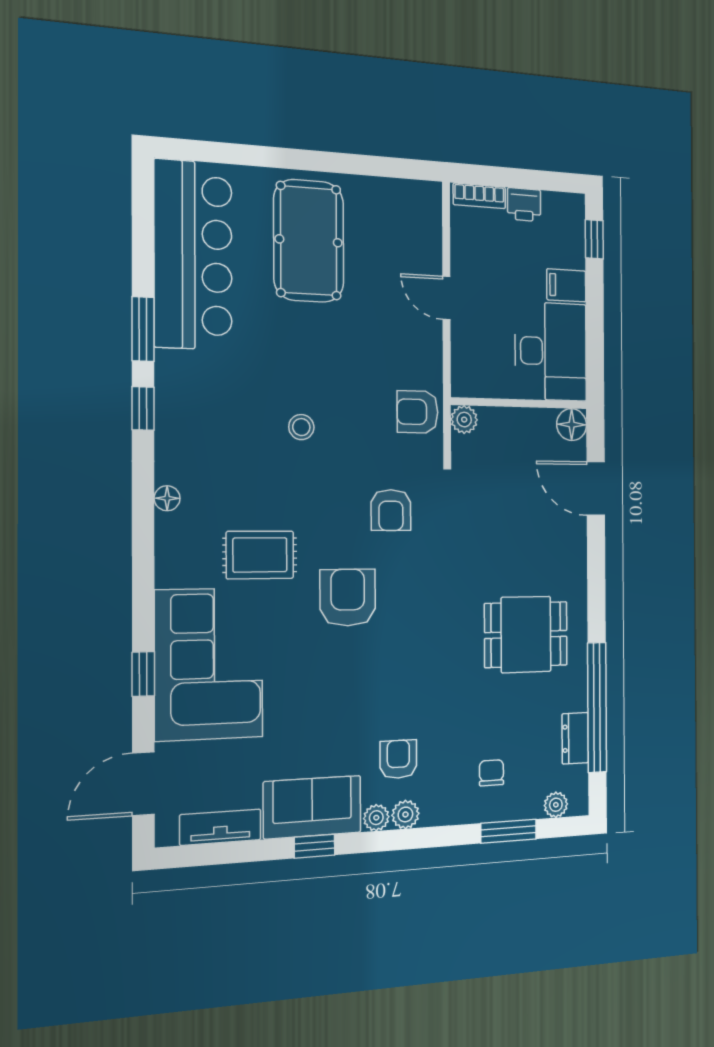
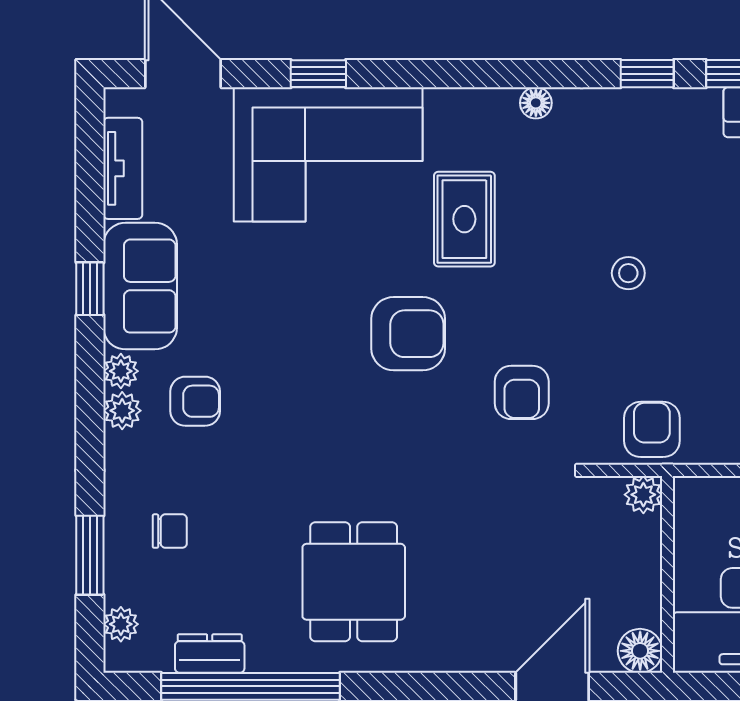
armchair: (391, 510) -> (522, 392), turned -90

